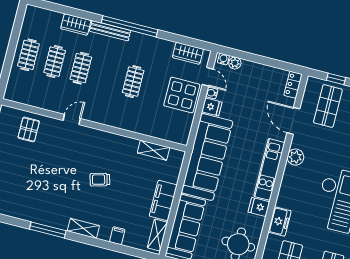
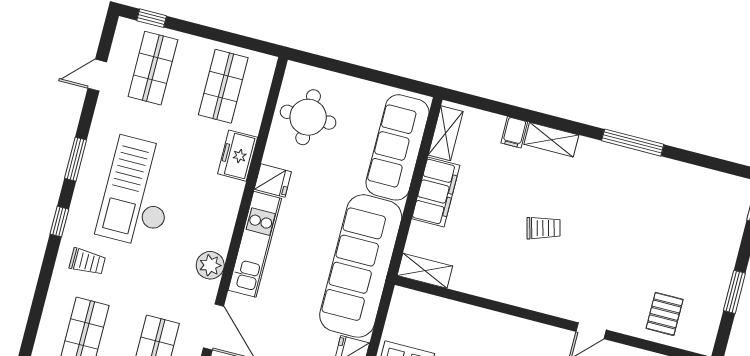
shelving: (153, 150) -> (425, 271), moved
shelving: (83, 228) -> (551, 140), moved

